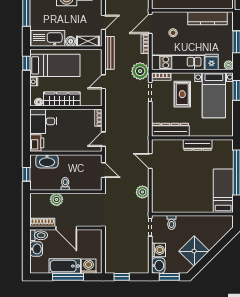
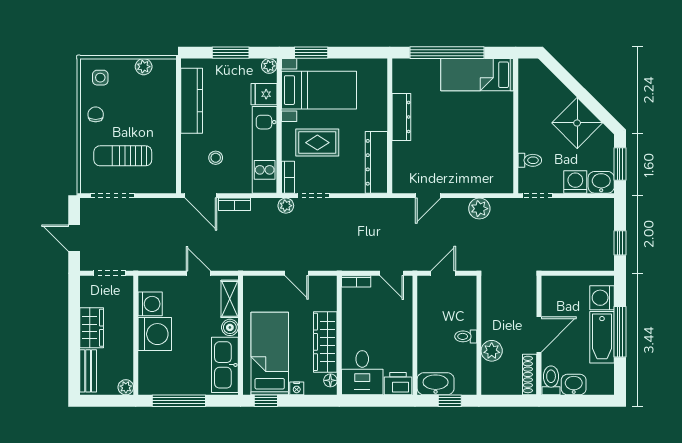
bench: (109, 53) -> (249, 263), removed
plant: (140, 71) -> (286, 206), width x0.53, depth x0.53
washbasin: (47, 161) -> (436, 384), moved, turned -90

